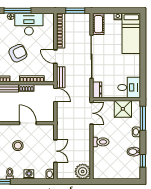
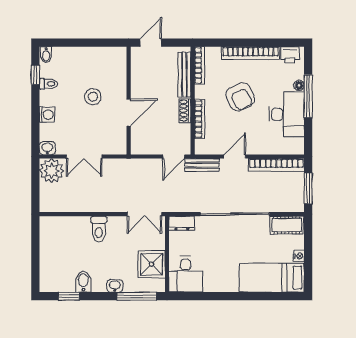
plant: (83, 171) -> (52, 171), moved

